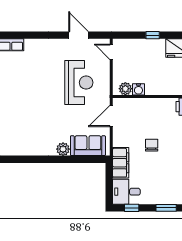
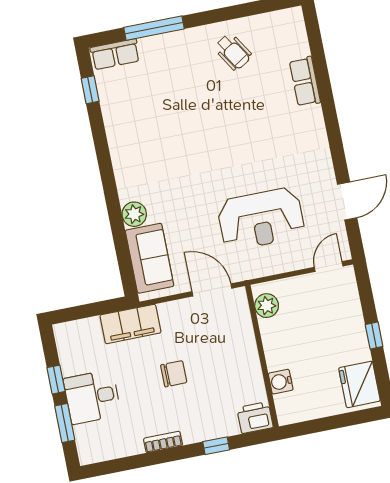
water cooler: (138, 89) -> (281, 382), moved
desk: (126, 192) -> (92, 397), moved, turned -90
window: (132, 208) -> (56, 380), moved

